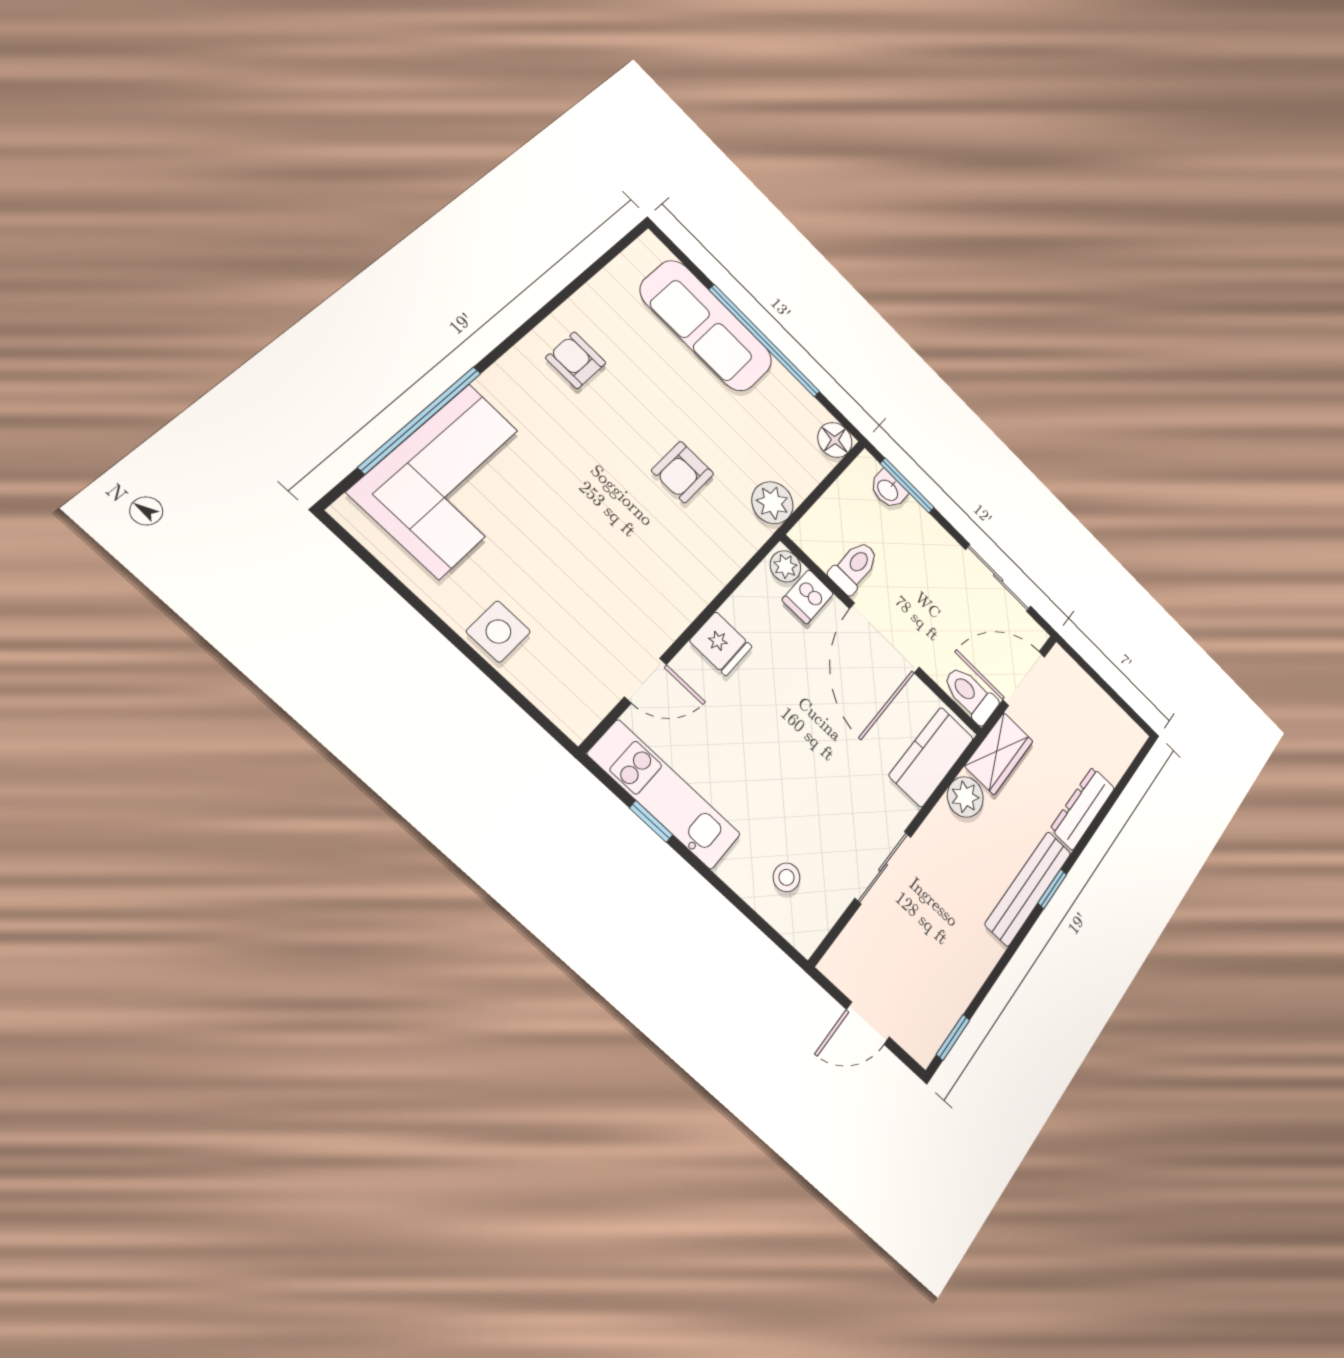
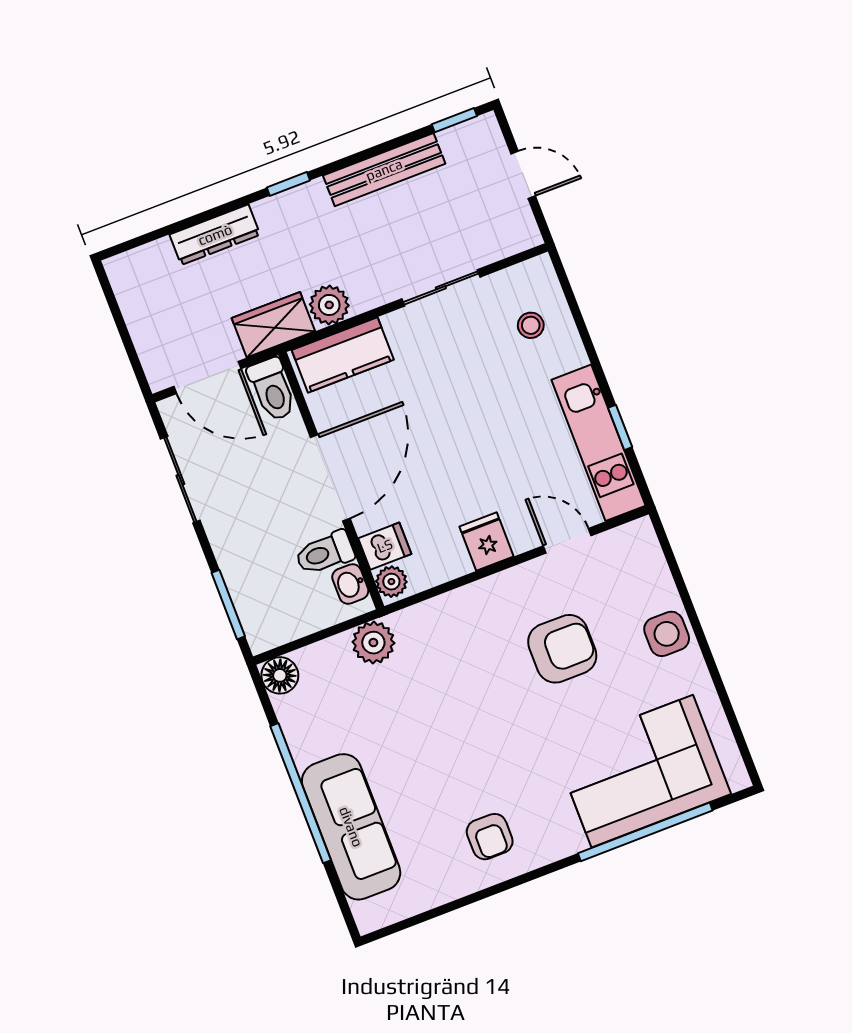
armchair: (683, 472) -> (562, 649), moved, width x1.38, depth x1.38
washbasin: (888, 490) -> (350, 584), moved, turned 180
bench: (1028, 888) -> (384, 170), moved

